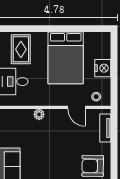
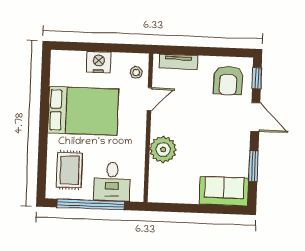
rug: (21, 49) -> (69, 170), turned 90
plant: (39, 114) -> (163, 149), width x1.88, depth x1.88

